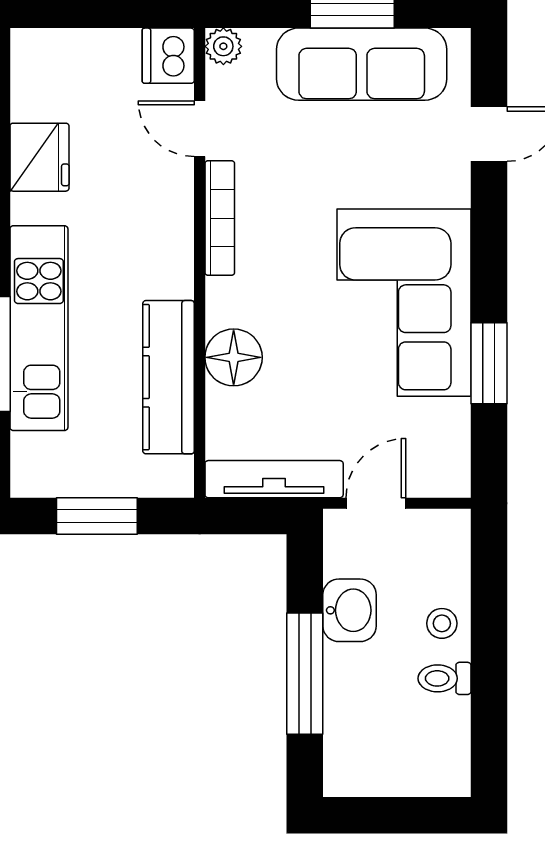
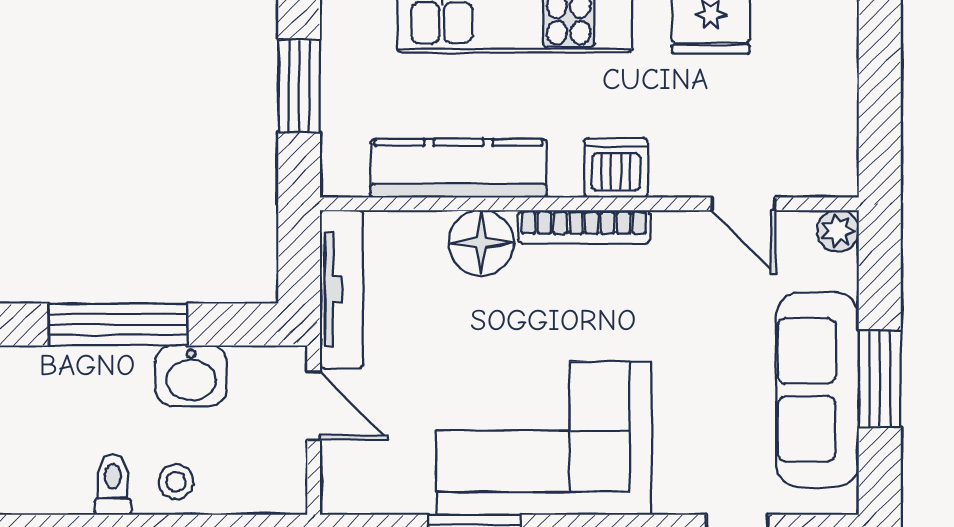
dishwasher: (168, 56) -> (616, 168), moved
door: (200, 129) -> (743, 204), swing flipped
bookcase: (220, 218) -> (584, 227), moved

